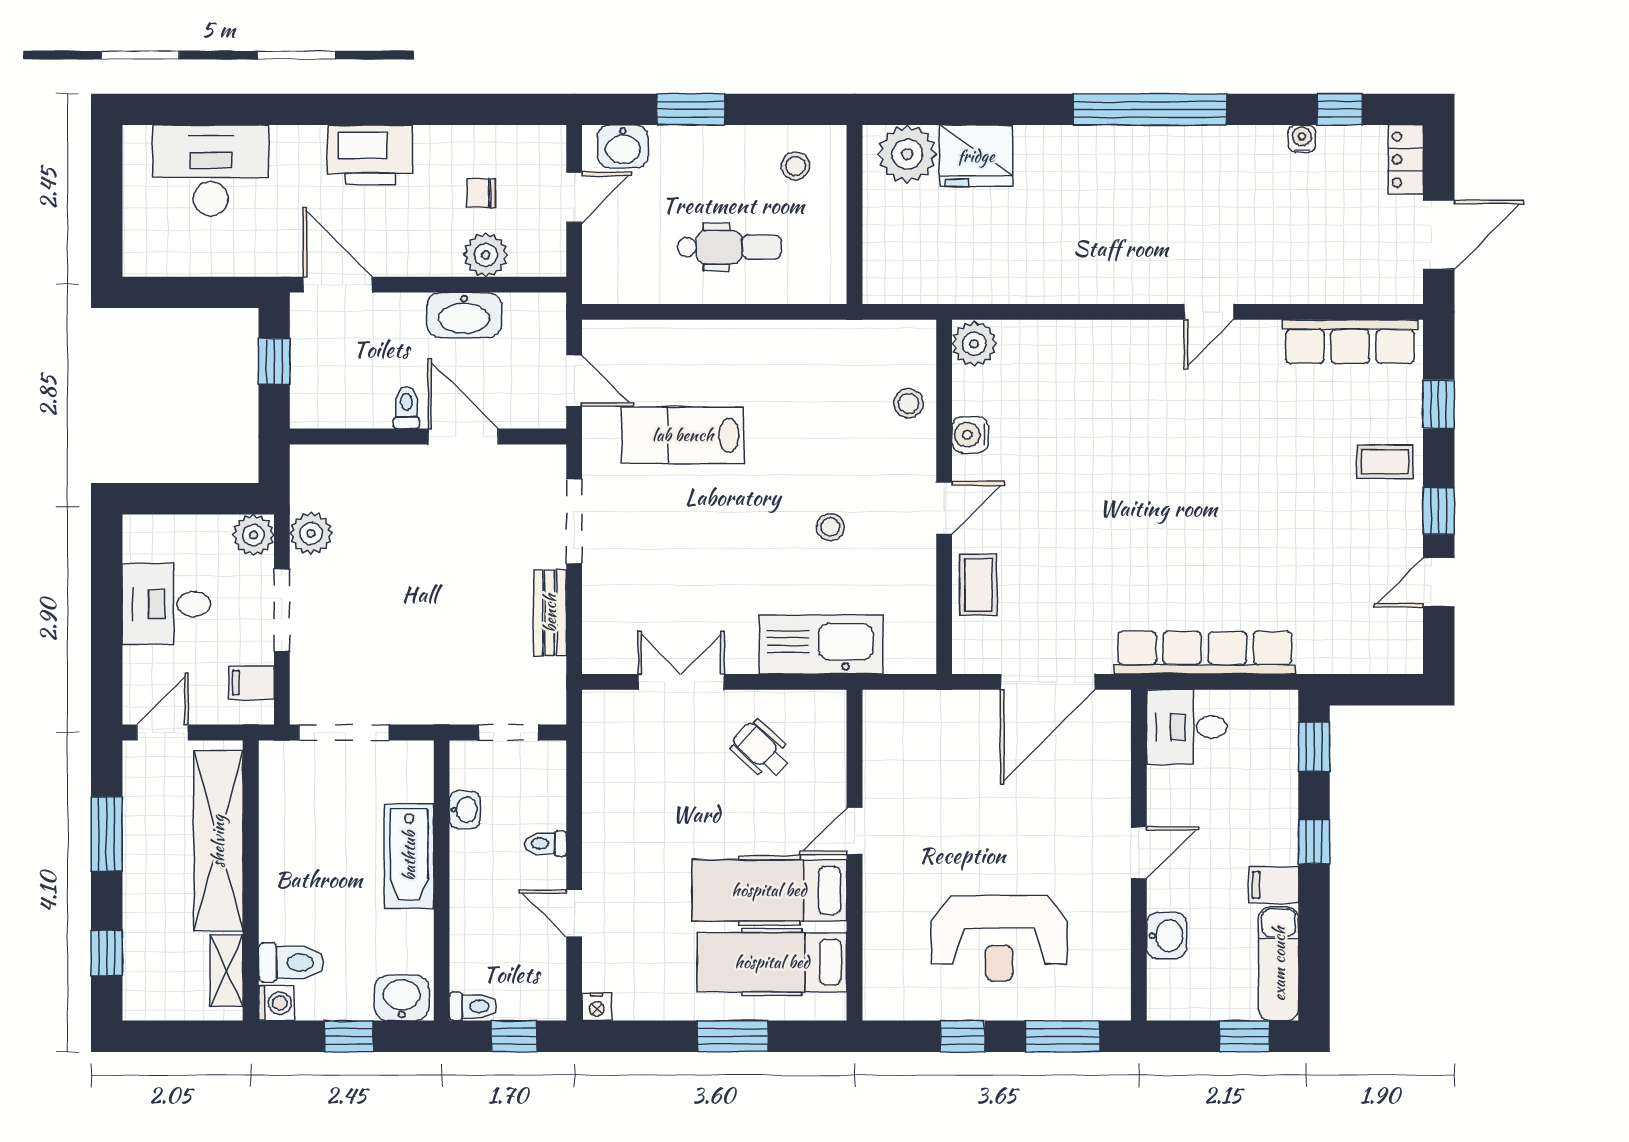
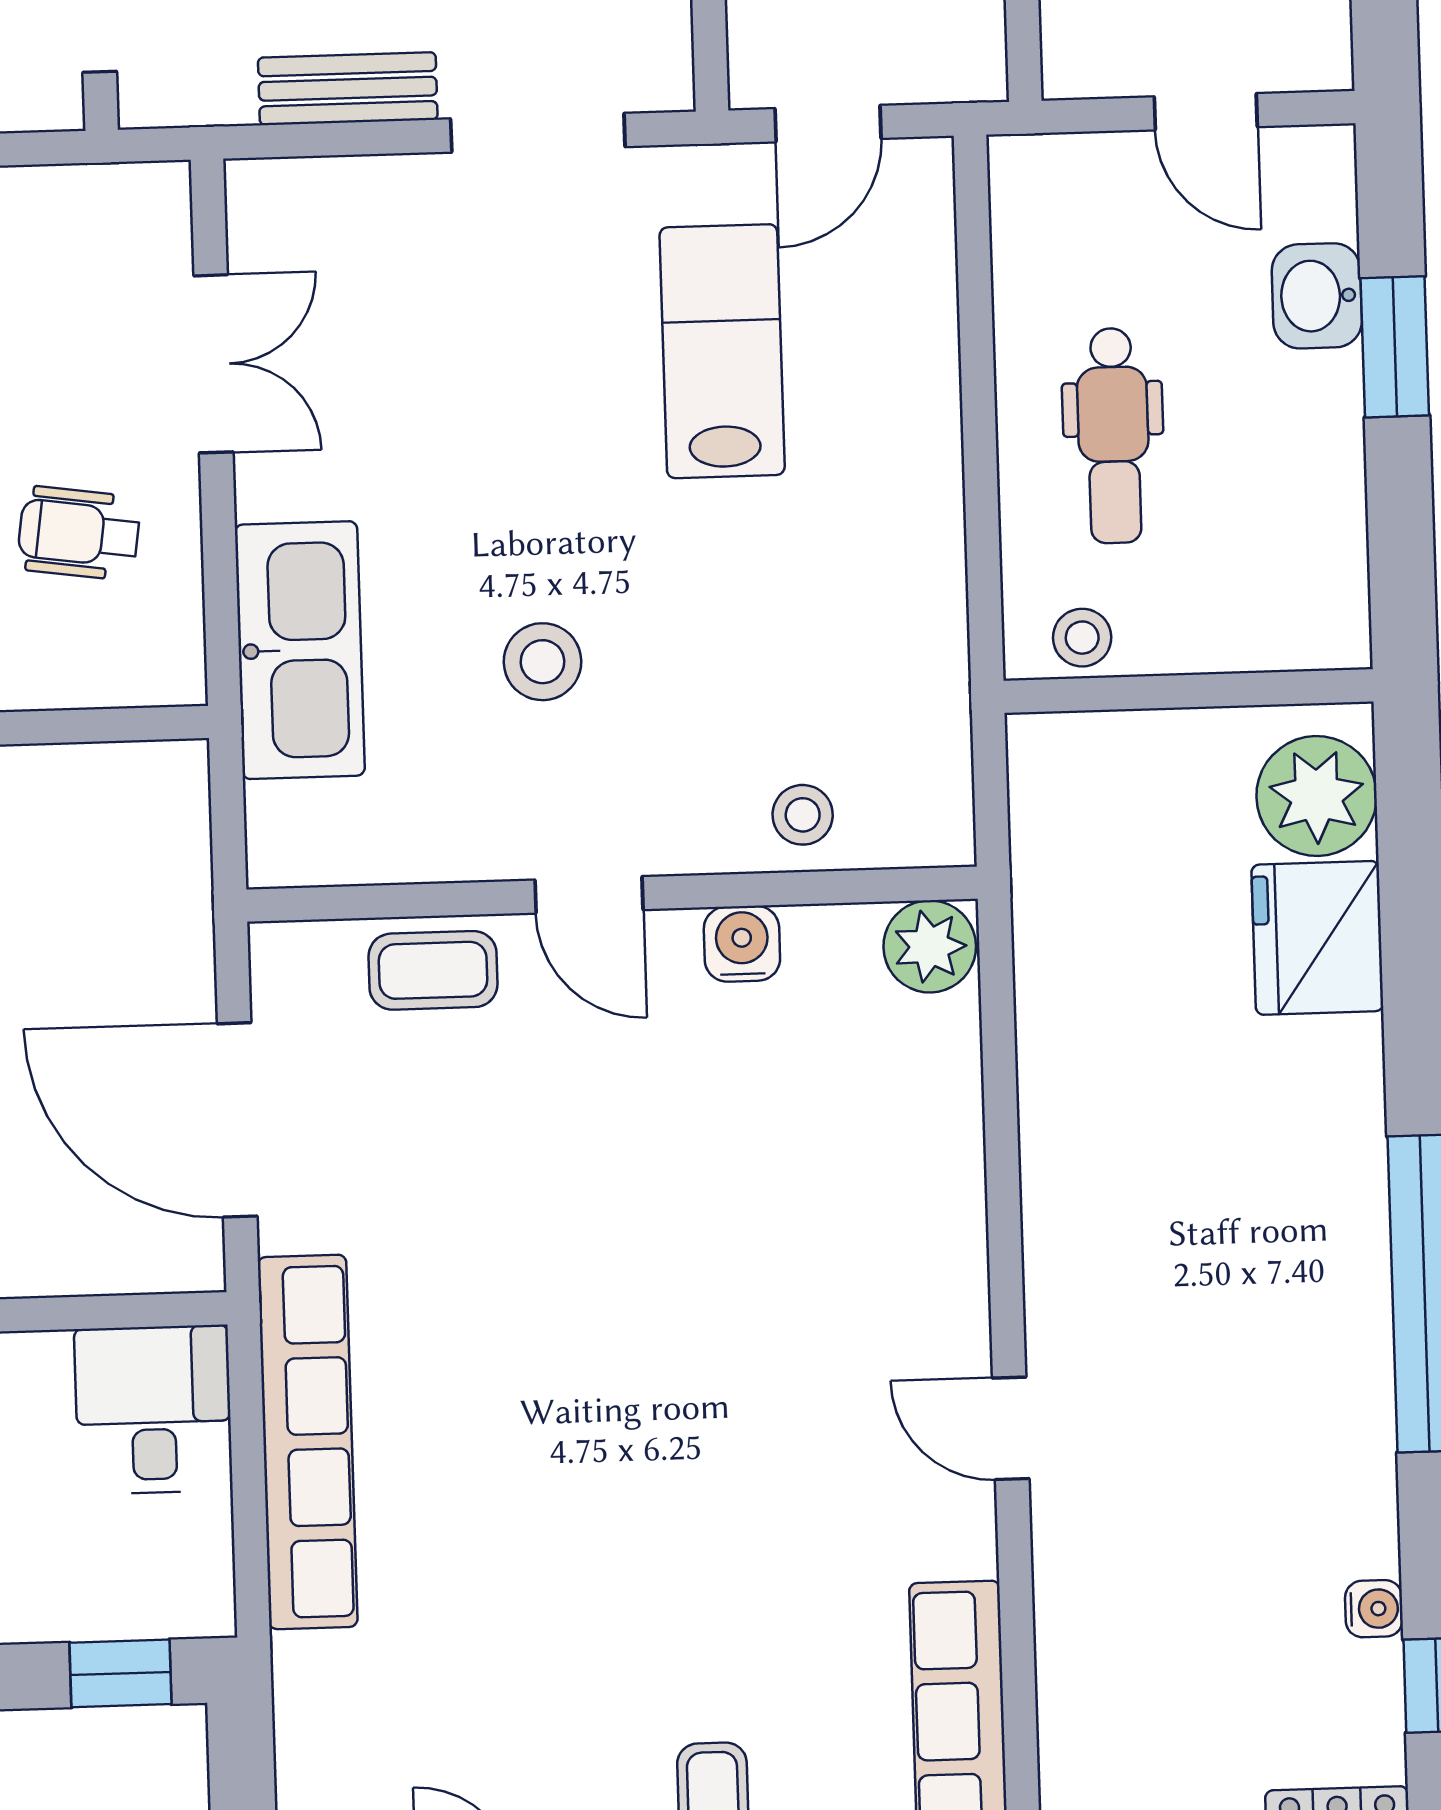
washbasin: (623, 146) -> (1317, 296), moved
stool: (795, 166) -> (1082, 638), moved
stool: (830, 527) -> (542, 662), width x1.37, depth x1.37
wheelchair: (761, 750) -> (79, 533), turned -125

